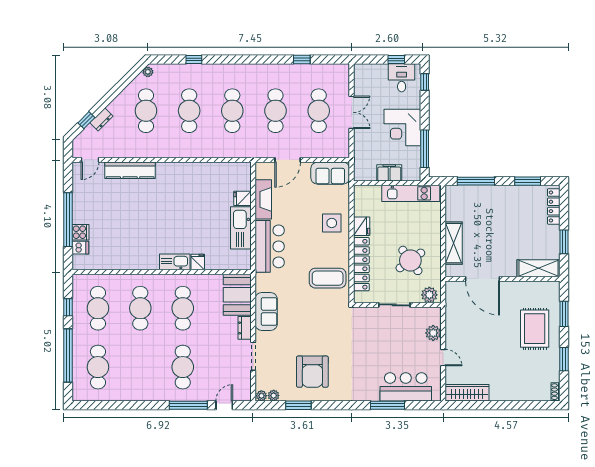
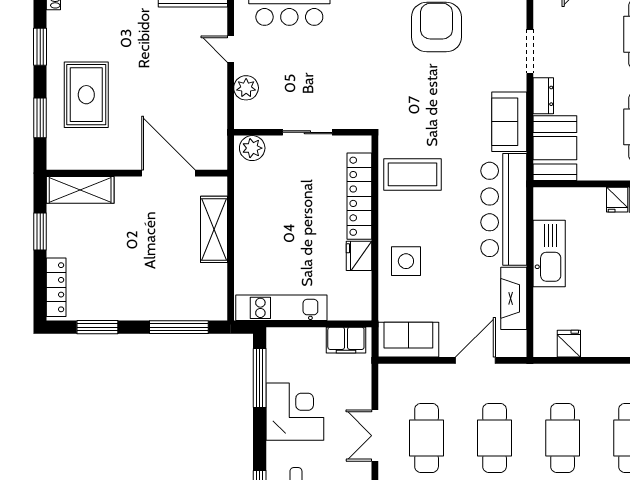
filing cabinet: (389, 173) -> (346, 340), moved
fridge: (242, 198) -> (569, 344), moved, turned -90
bar counter: (270, 246) -> (504, 209), width x1.36
round table: (410, 260) -> (282, 202), removed

